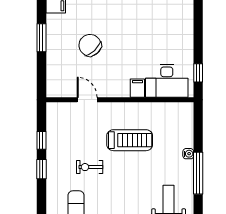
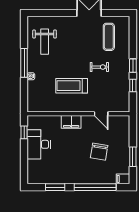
chair: (90, 45) -> (99, 152), turned 52
desk: (167, 81) -> (39, 144), moved, turned -90
filing cabinet: (137, 88) -> (71, 122), width x2.00

